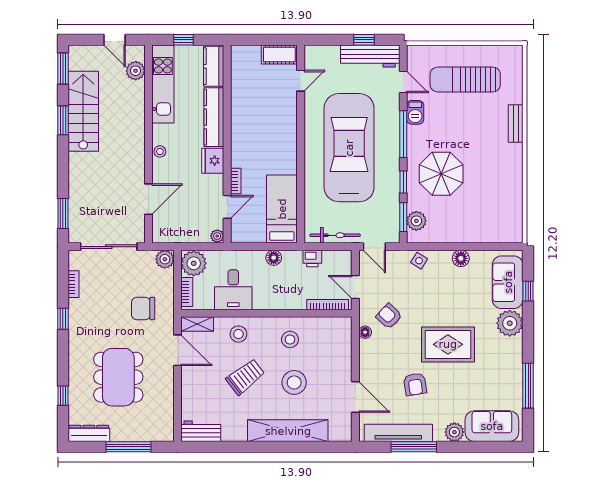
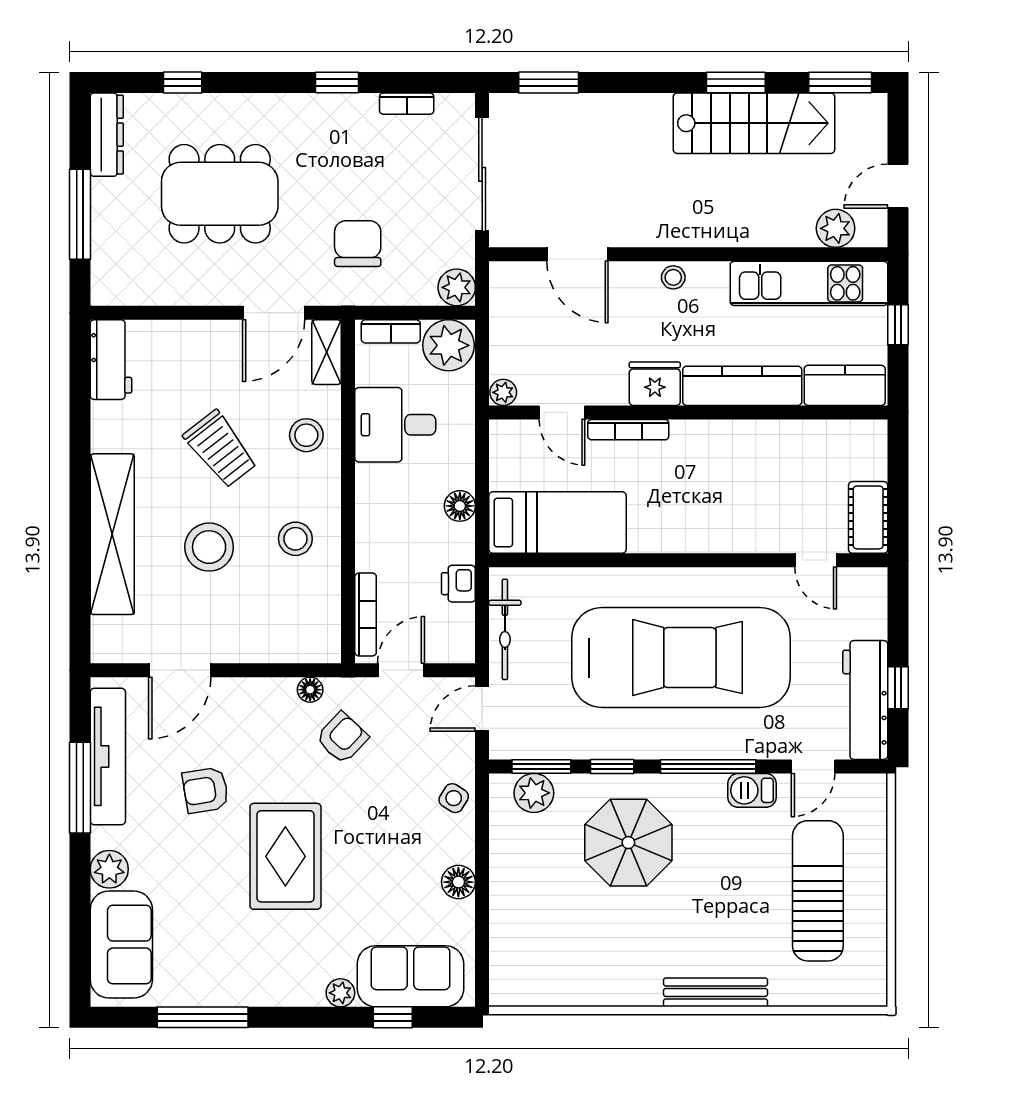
bench: (516, 124) -> (716, 992), width x1.36
bookcase: (236, 181) -> (628, 430), width x1.56
plant: (510, 323) -> (340, 993), width x0.53, depth x0.53

